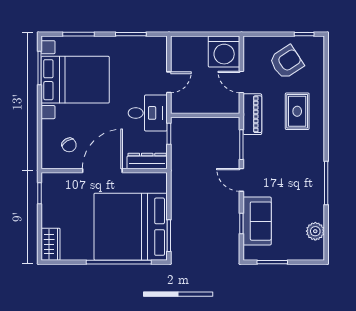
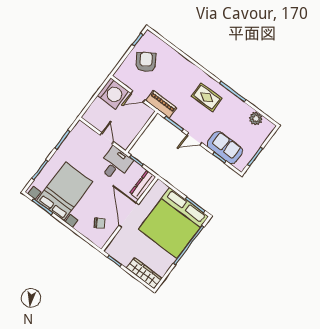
rug: (297, 111) -> (207, 97), moved
wardrobe: (51, 244) -> (144, 273), width x1.50

